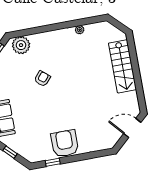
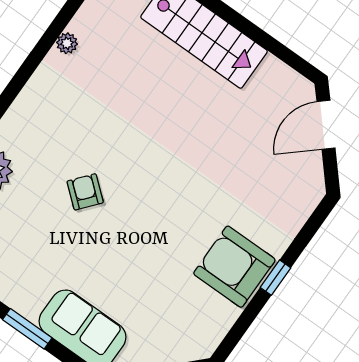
window: (53, 162) -> (275, 278), moved

